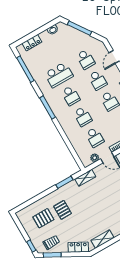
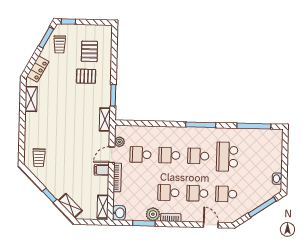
locker: (32, 43) -> (277, 149), removed

